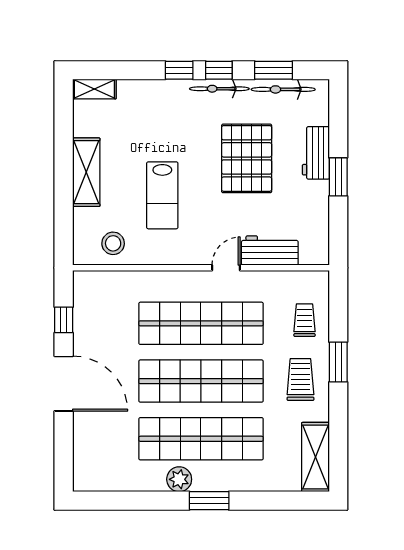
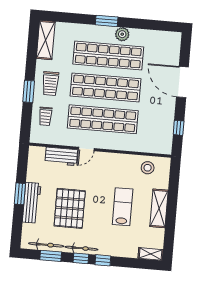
workbench: (316, 153) -> (32, 203), width x1.38
lab bench: (162, 195) -> (123, 207), moved
door: (64, 384) -> (182, 82), moved

